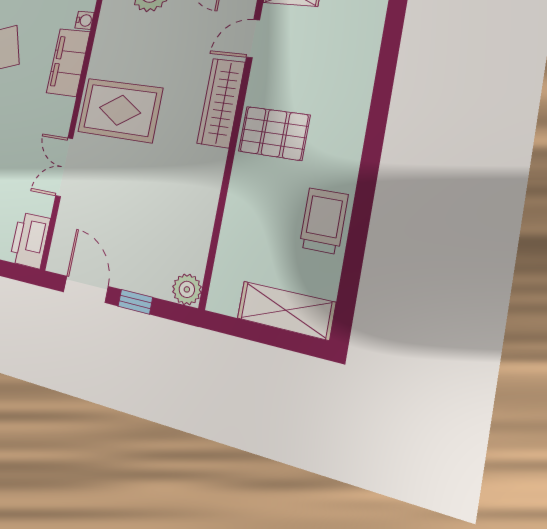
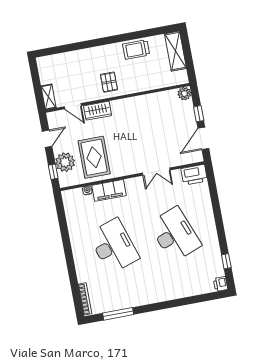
wardrobe: (221, 103) -> (98, 111), width x0.67
rug: (120, 110) -> (94, 157), moved
pallet: (274, 133) -> (109, 82), width x0.67, depth x0.71

